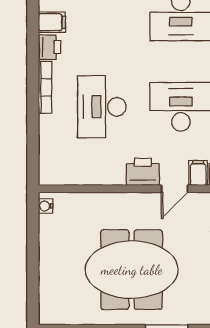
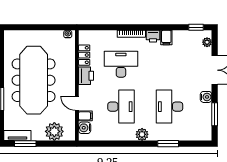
printer: (143, 172) -> (86, 76), moved
locker: (85, 175) -> (84, 55), added
meeting table: (132, 270) -> (34, 80), width x1.36

